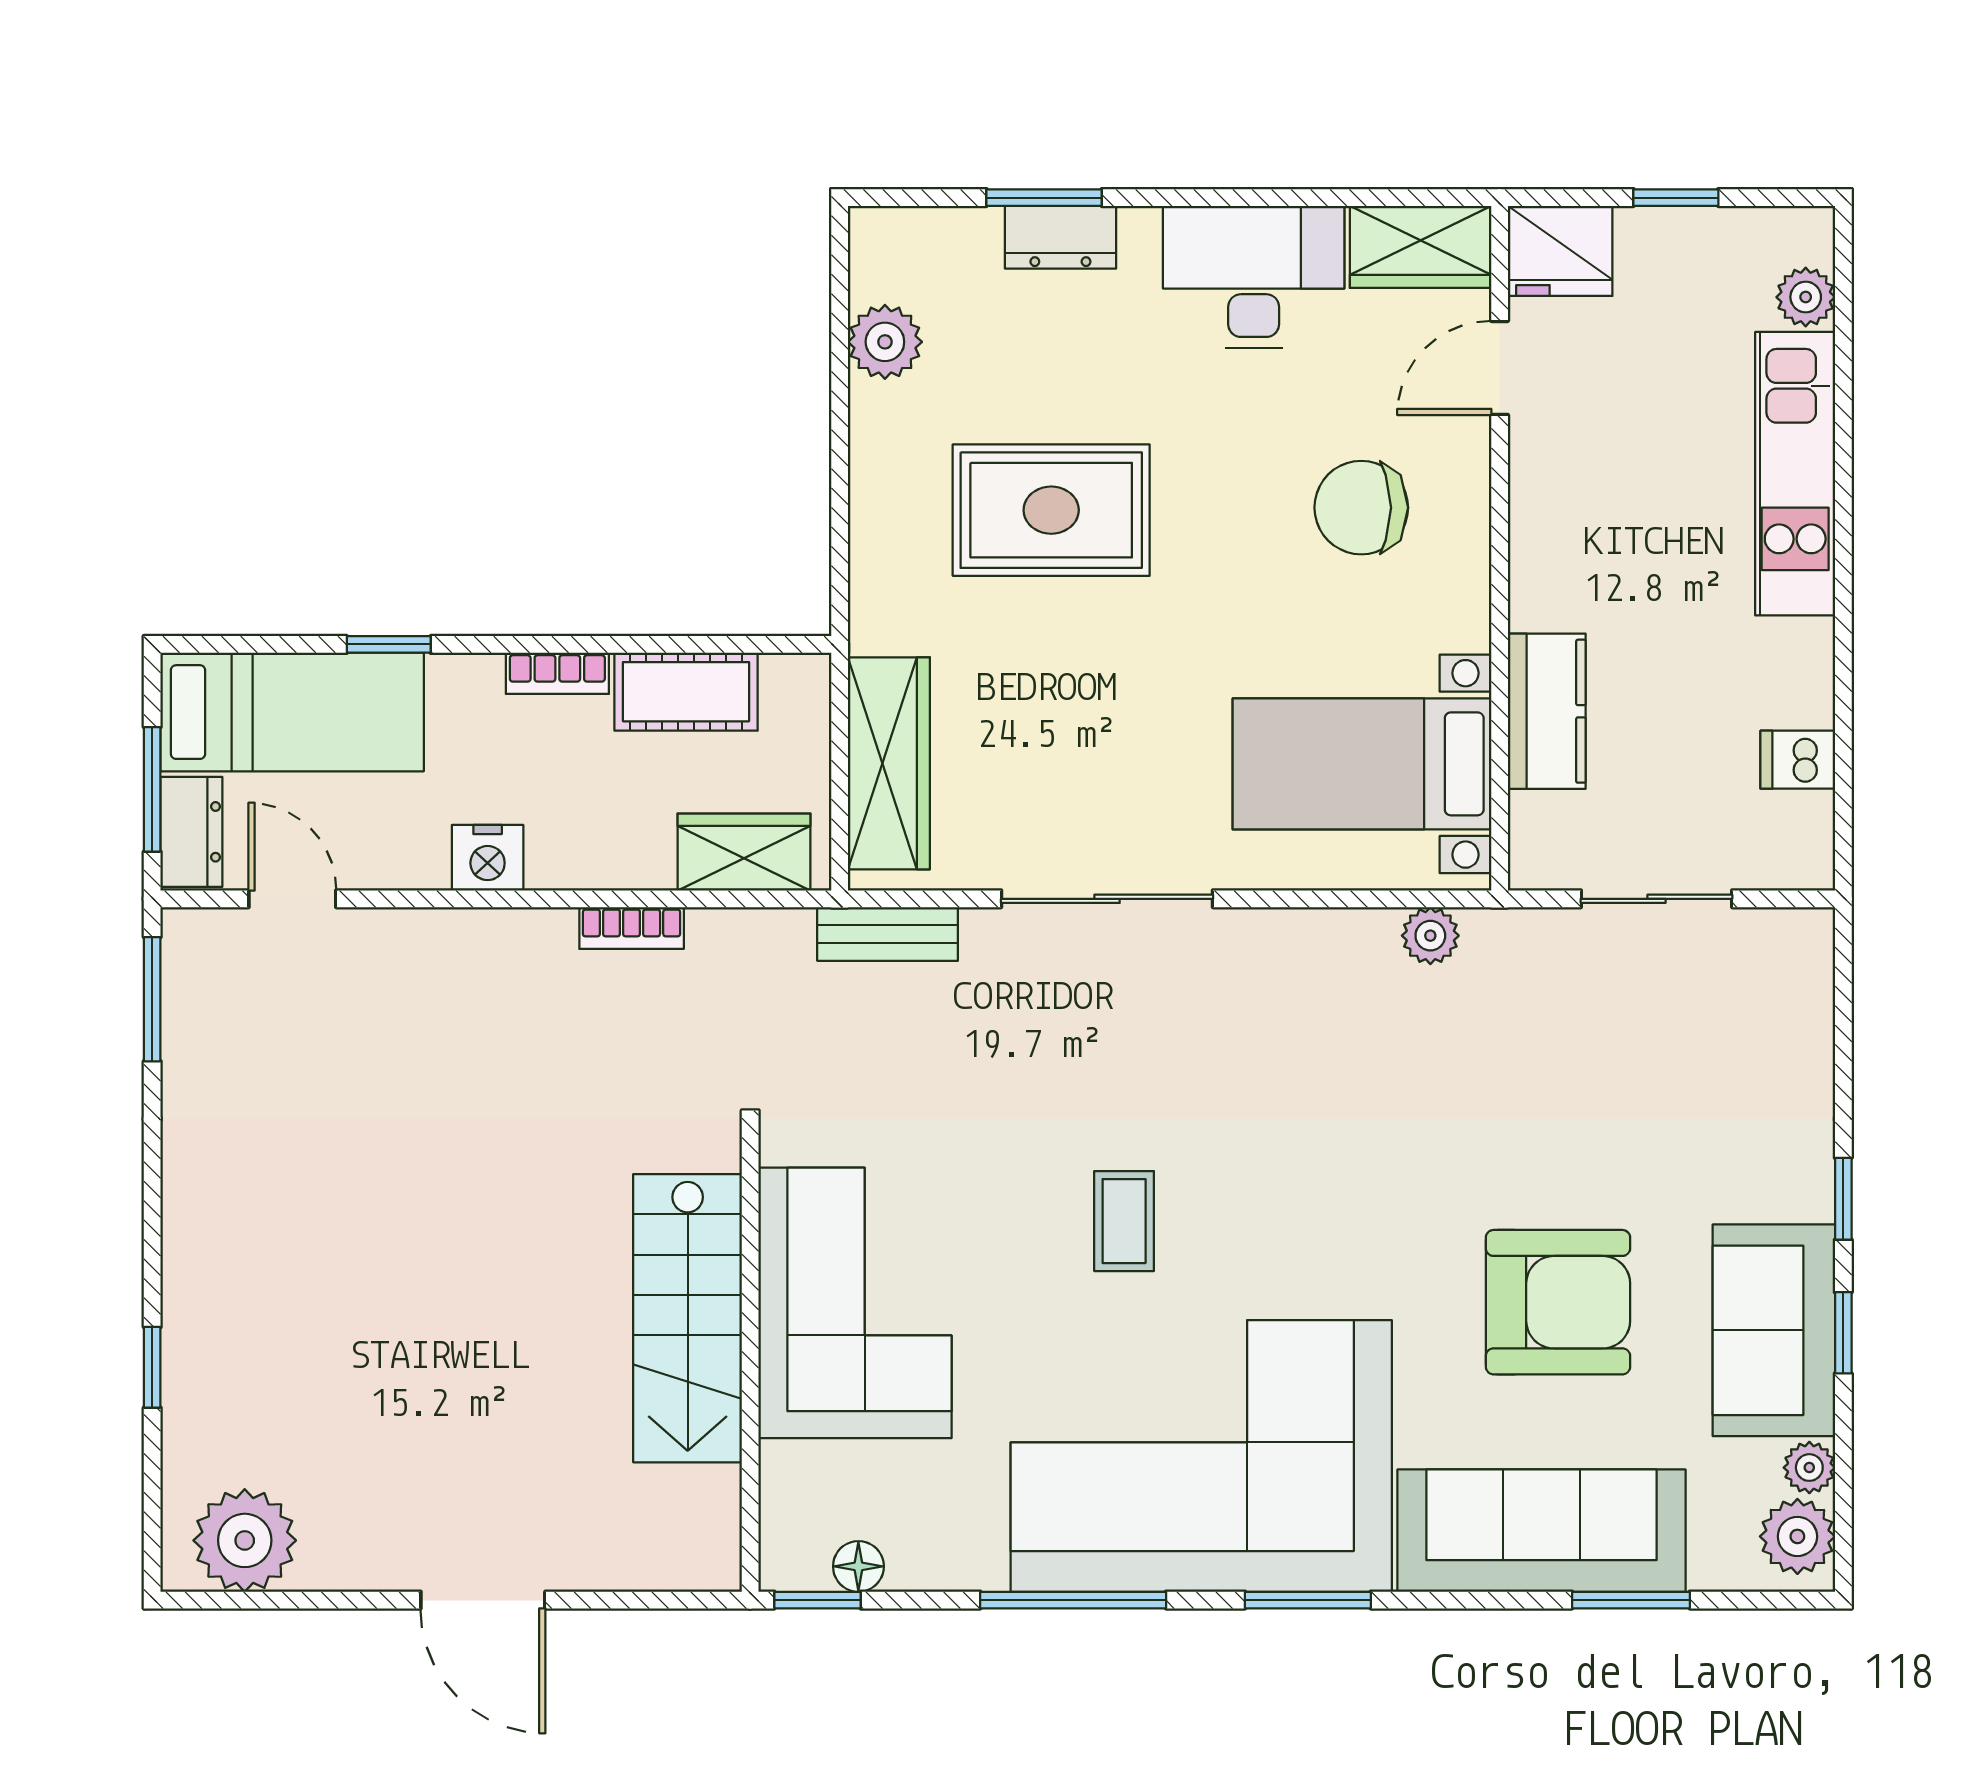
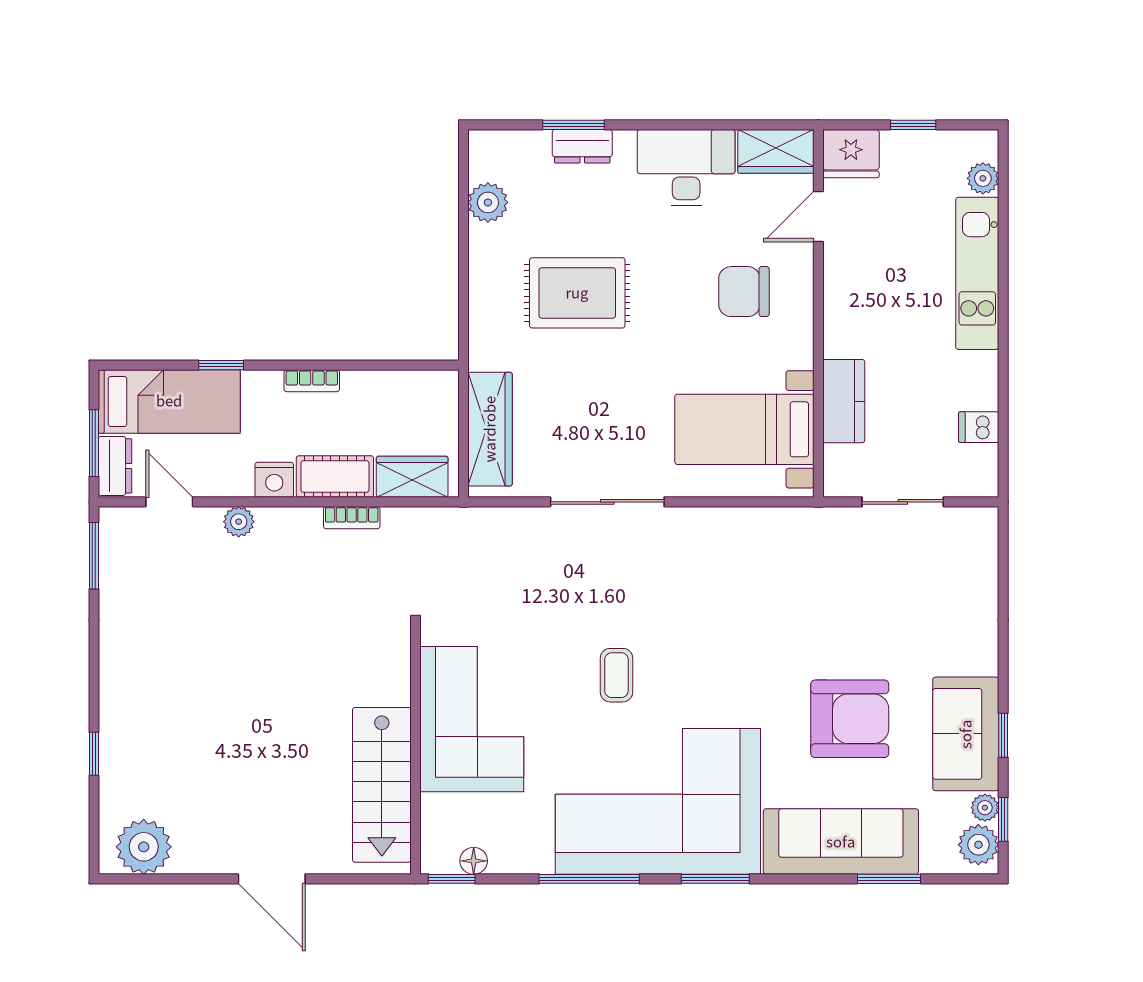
cot: (686, 692) -> (335, 477), moved
bench: (888, 934) -> (489, 521), removed
plant: (1430, 936) -> (239, 522), moved
window: (1843, 1199) -> (1003, 819), moved
stairs: (688, 1318) -> (382, 785), moved

